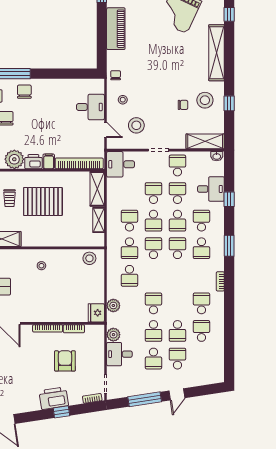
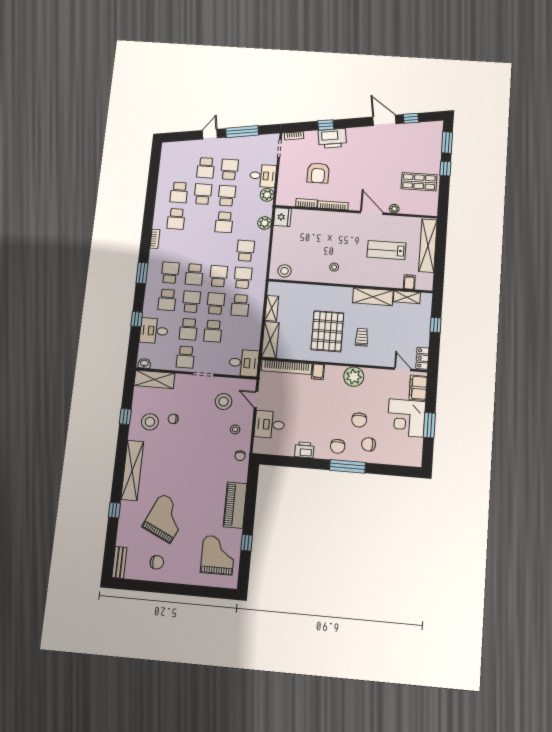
printer: (33, 162) -> (304, 450), moved, turned 180
pallet: (43, 202) -> (327, 331), turned 90
school desk: (153, 248) -> (219, 276), turned 180

